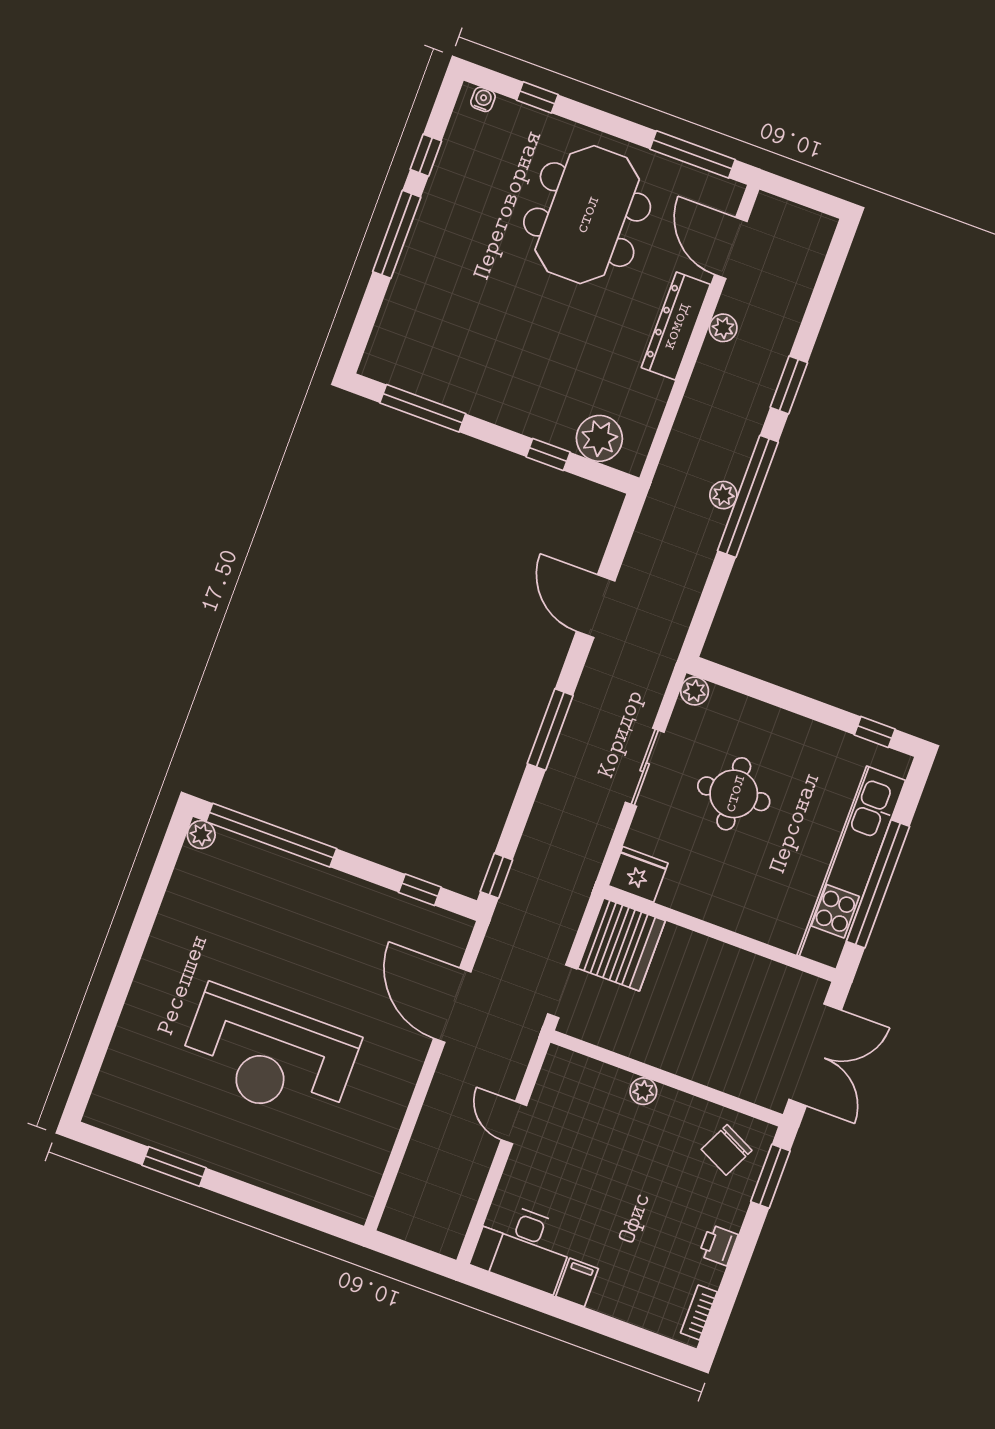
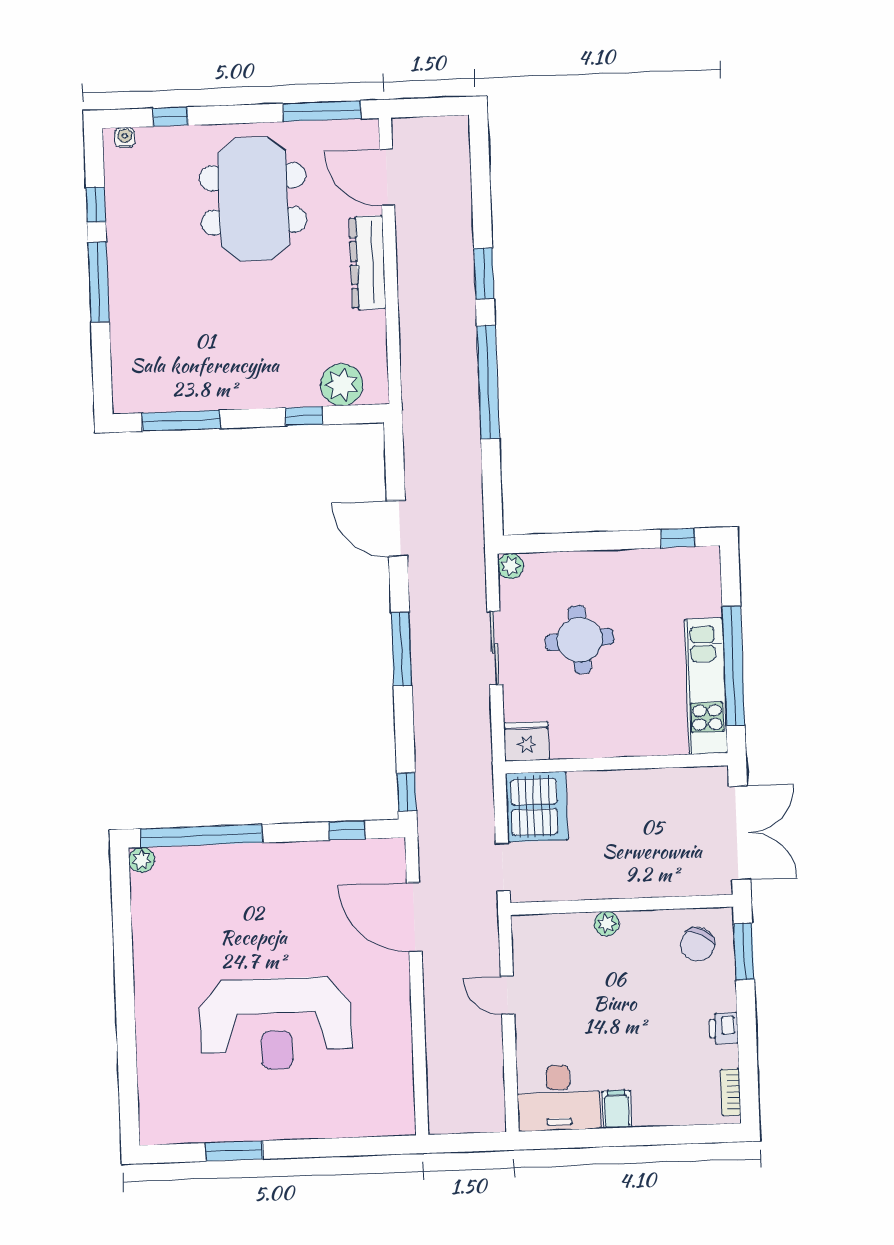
plant: (723, 328) -> (408, 248), removed
plant: (723, 495) -> (467, 390), removed
kitchen unit: (851, 868) -> (706, 686), width x0.73

